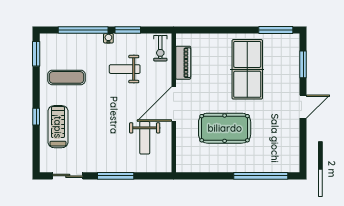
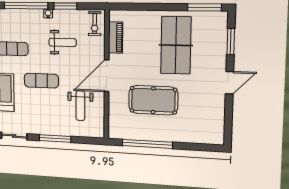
weight bench: (125, 69) -> (63, 42), turned 180
exercise mat: (100, 112) -> (41, 81), added
window: (261, 176) -> (147, 144), moved

